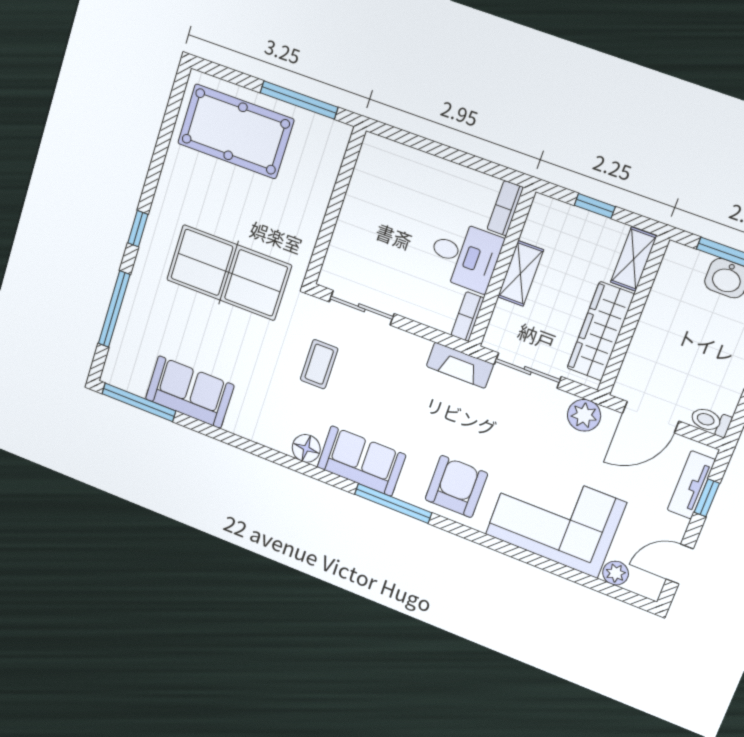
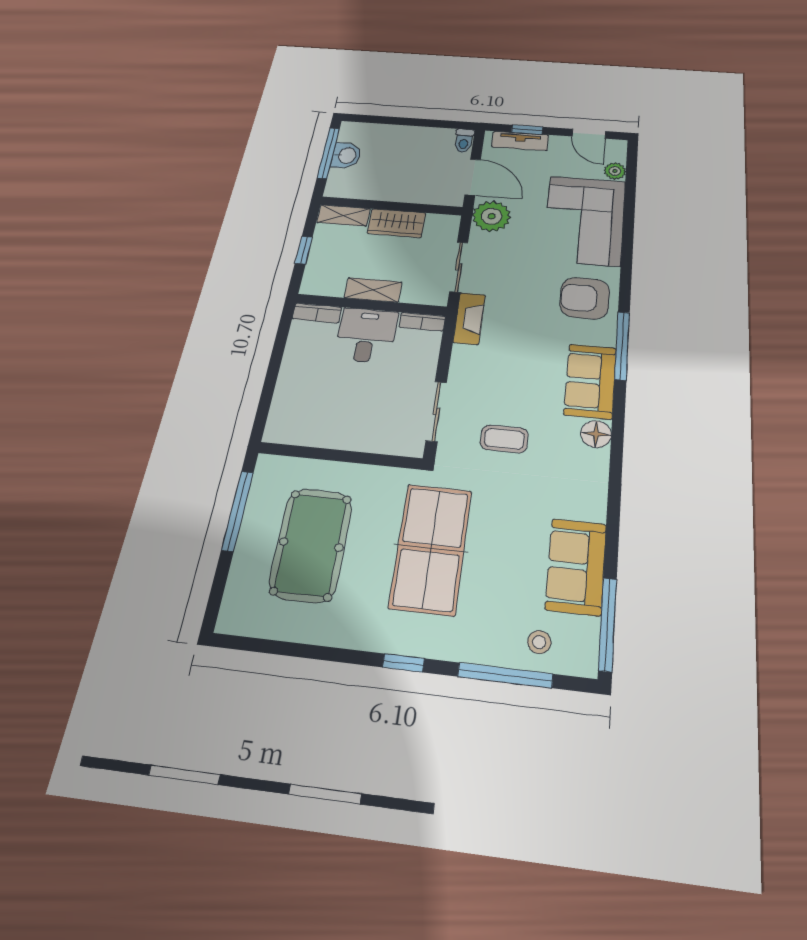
pool table: (236, 131) -> (311, 544), moved
wardrobe: (601, 331) -> (396, 223), width x0.67
stool: (135, 343) -> (539, 642), added
plant: (584, 415) -> (492, 216), width x1.36, depth x1.36

